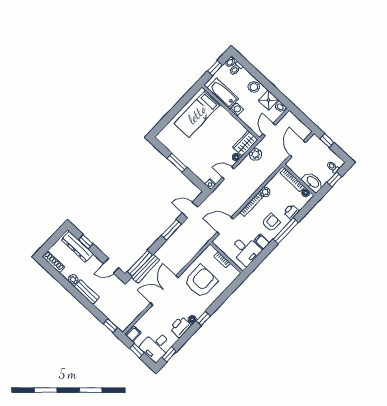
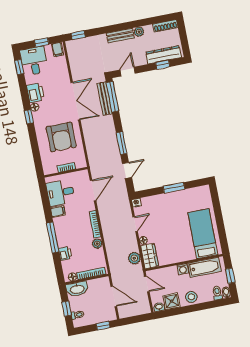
armchair: (271, 222) -> (68, 230), removed

